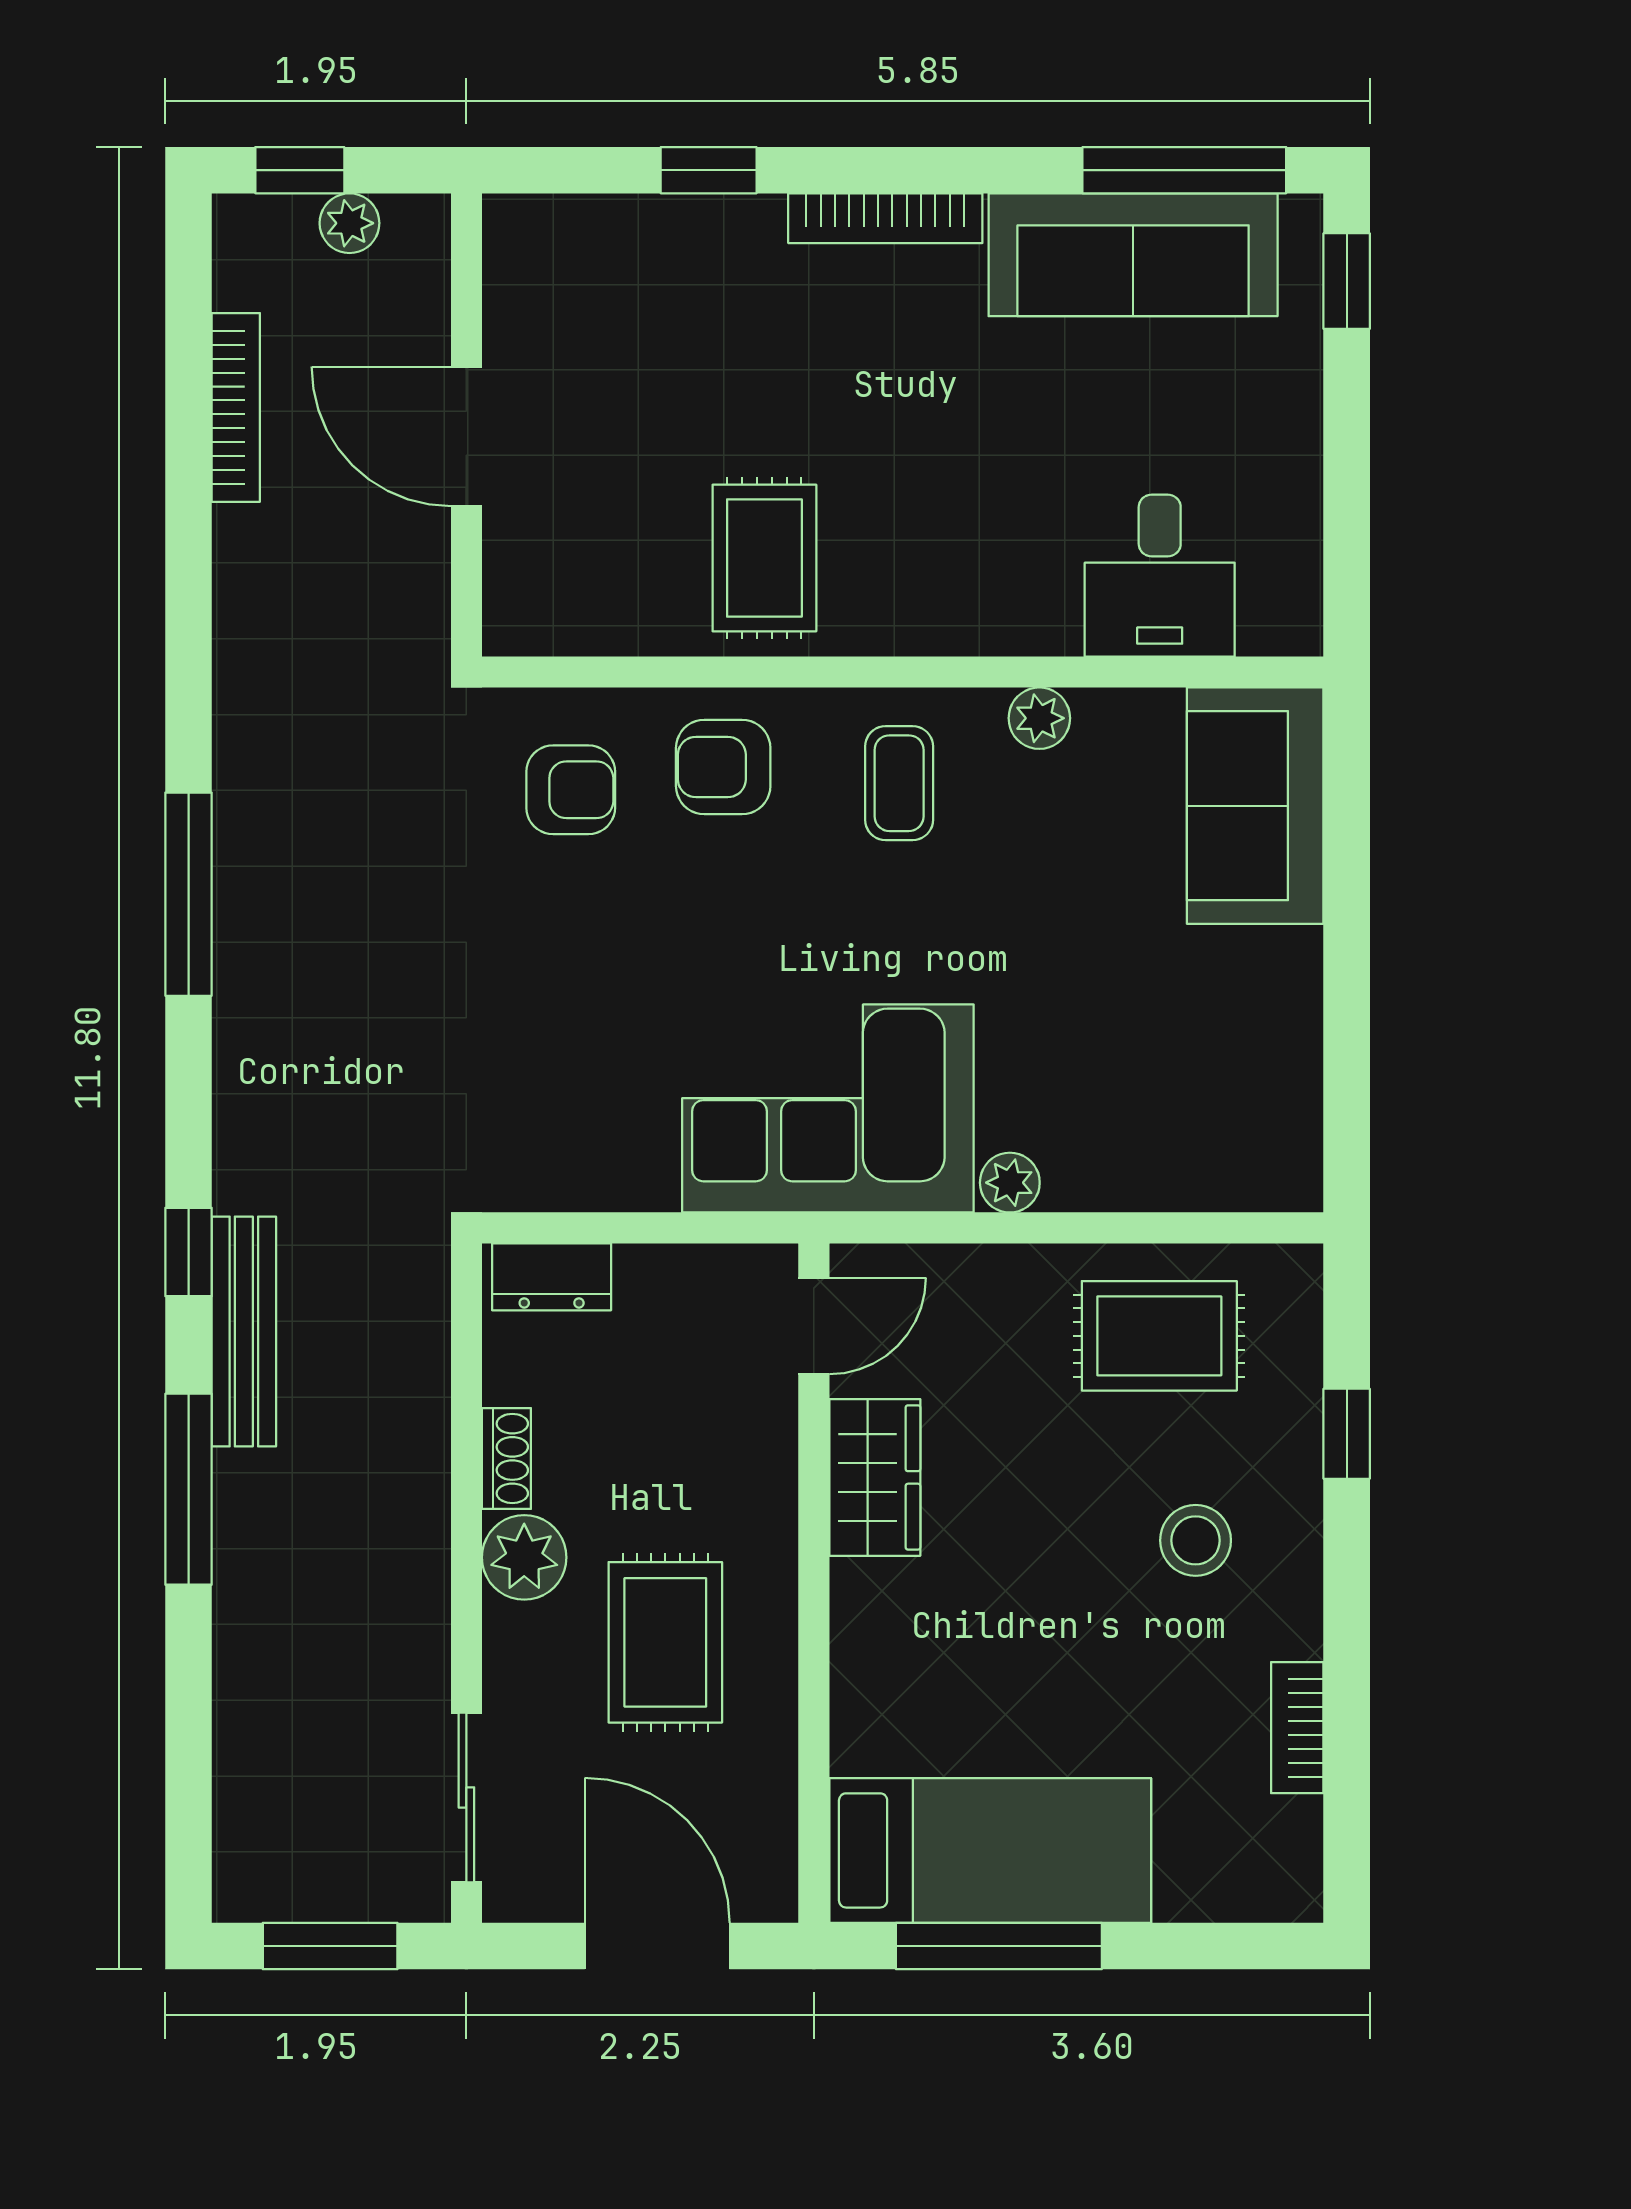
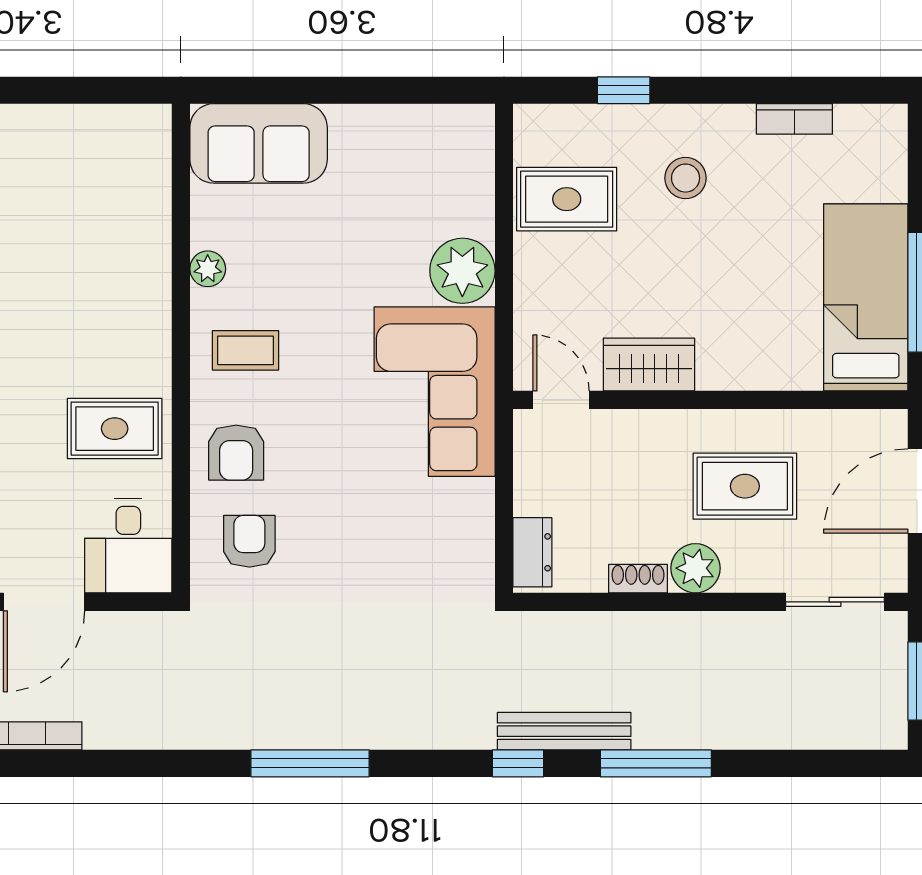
desk: (1160, 576) -> (128, 546), moved, turned 90
plant: (1010, 1183) -> (462, 271), width x1.88, depth x1.88
rug: (1159, 1336) -> (567, 199), turned 90

